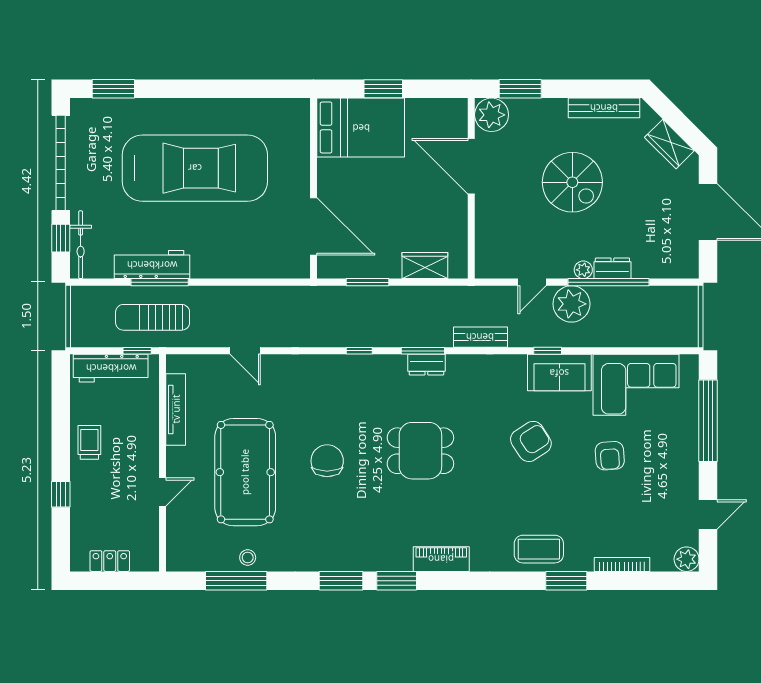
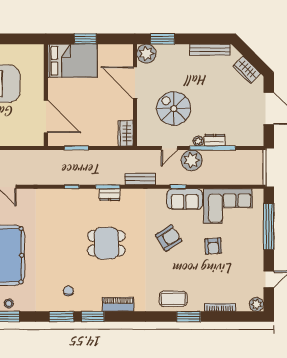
spiral stairs: (572, 182) -> (174, 109), moved, turned 180
wardrobe: (425, 265) -> (126, 133), moved, turned -90
chair: (327, 461) -> (68, 291), moved, width x0.54, depth x0.54

